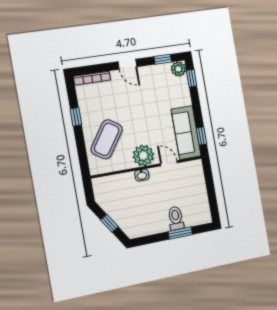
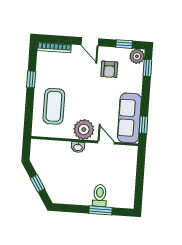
armchair: (154, 88) -> (109, 69), added
coffee table: (107, 139) -> (54, 106), turned -34

